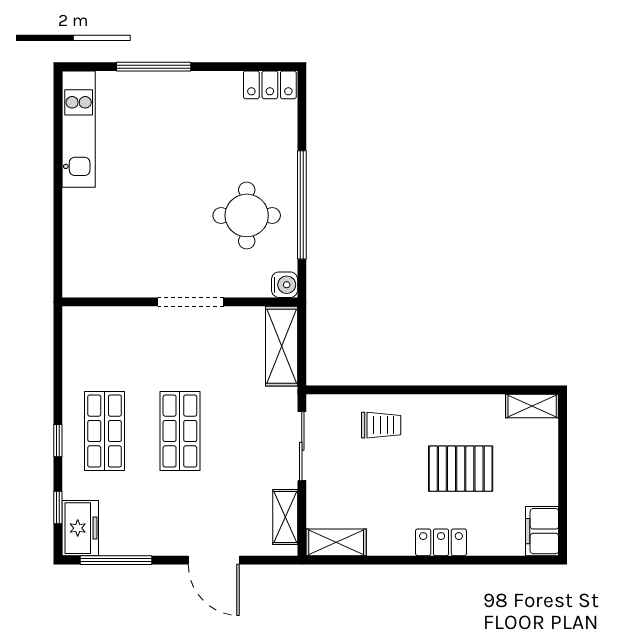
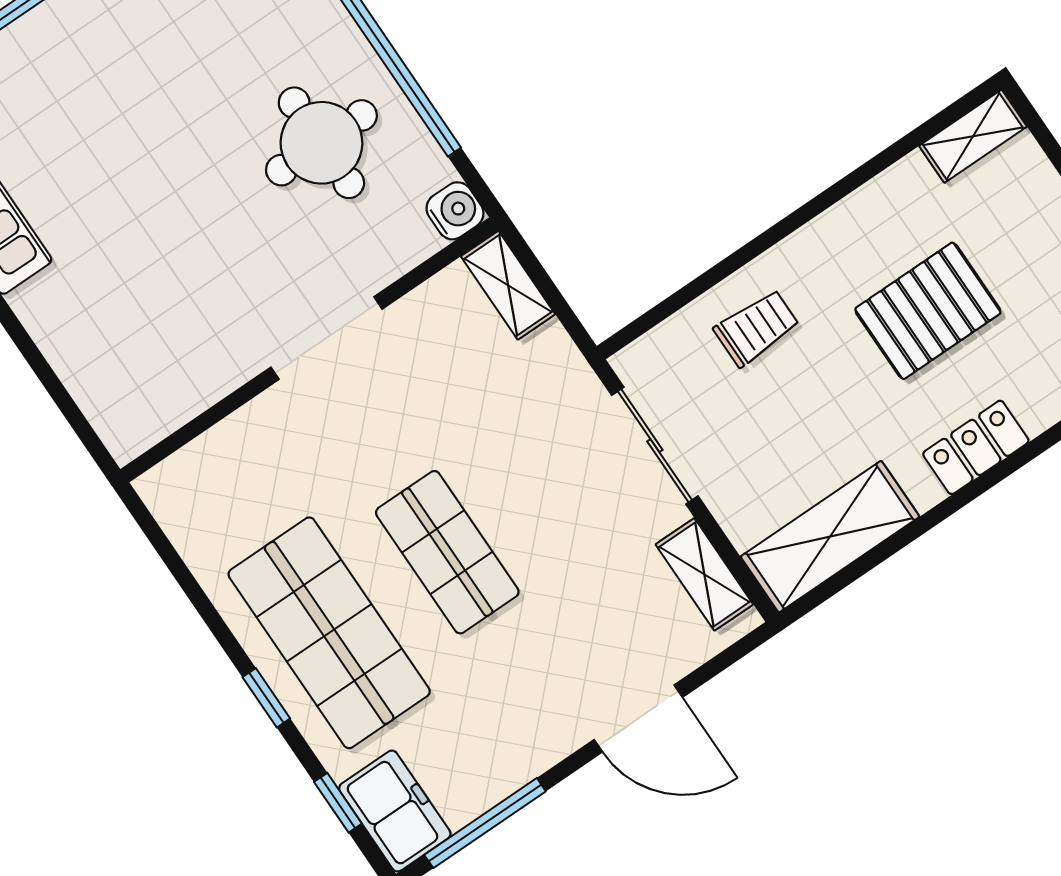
shelving: (282, 346) -> (508, 285), width x0.67, depth x0.75
shop shelf: (105, 431) -> (329, 633), width x1.43, depth x1.36
shelving: (336, 542) -> (830, 537), width x1.50, depth x1.33

